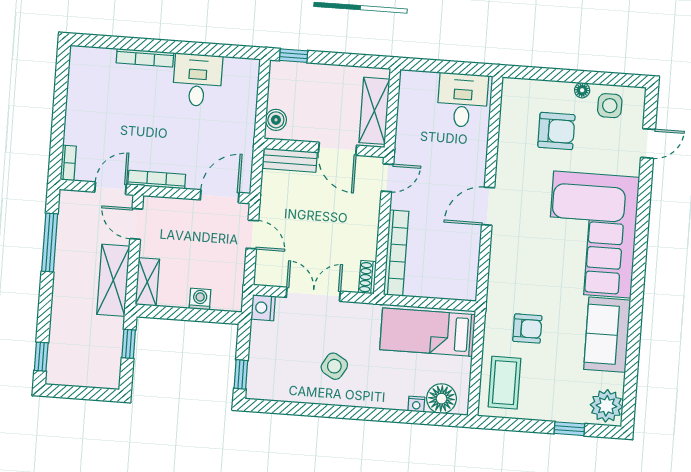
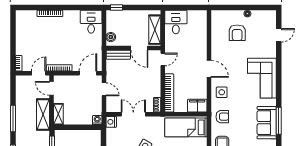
desk: (197, 80) -> (91, 22), moved
desk: (463, 100) -> (176, 22), moved
side table: (610, 106) -> (222, 92), moved
armchair: (556, 131) -> (237, 33), turned 90
door: (488, 206) -> (209, 69), swing flipped
corner sofa: (592, 235) -> (262, 78), width x0.73, depth x0.74
window: (50, 243) -> (13, 119), moved
filing cabinet: (456, 286) -> (197, 106), added
washing machine: (200, 299) -> (97, 120), moved
armchair: (527, 329) -> (222, 117), moved
window: (634, 333) -> (279, 121), added

